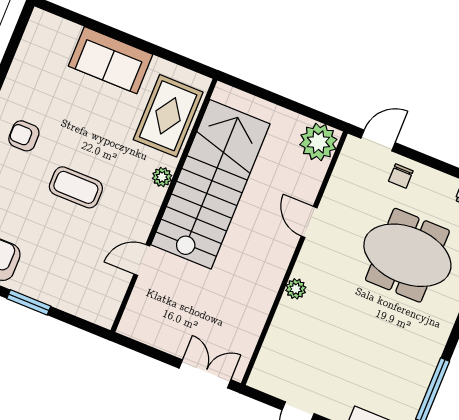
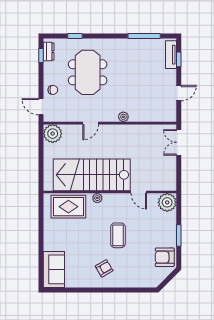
sofa: (111, 60) -> (54, 269), moved
armchair: (24, 136) -> (104, 268), turned -120
plant: (100, 306) -> (167, 202), added

